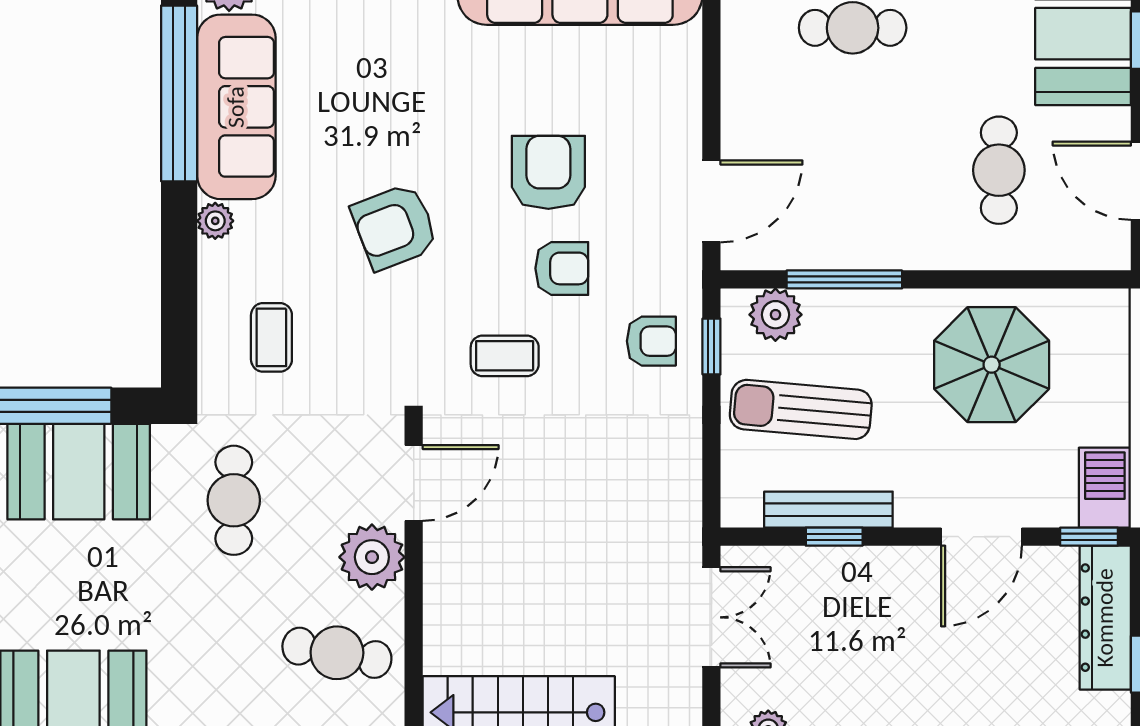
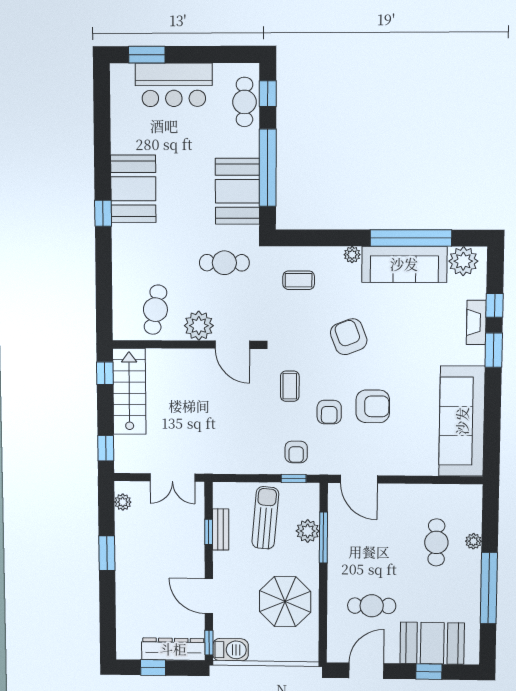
plant: (775, 315) -> (308, 531), moved
bench: (828, 510) -> (221, 529), width x0.73

